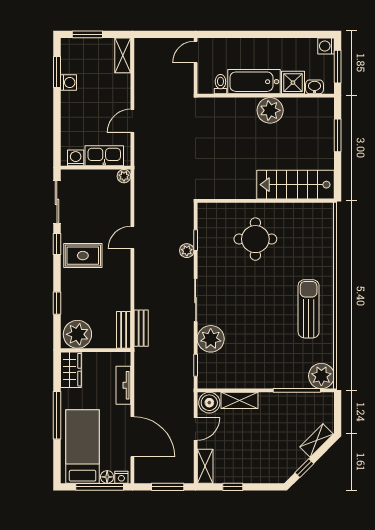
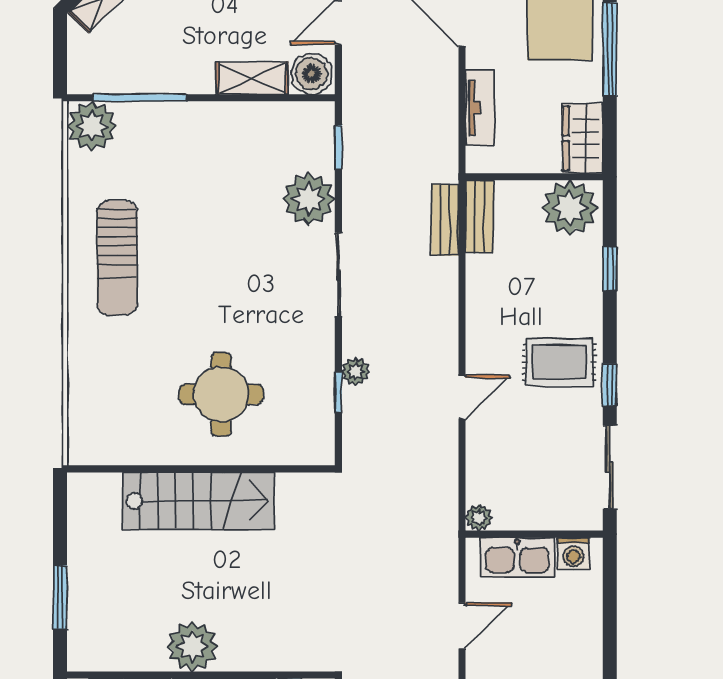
stairs: (295, 185) -> (198, 501), moved

